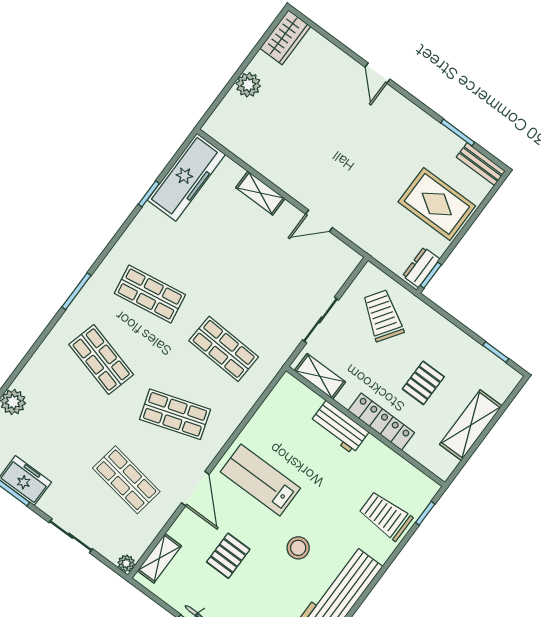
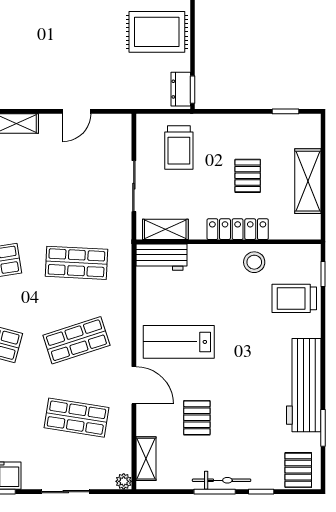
trolley: (383, 316) -> (179, 148), turned -124
workbench: (339, 427) -> (162, 257), moved
stool: (298, 548) -> (254, 262), moved

